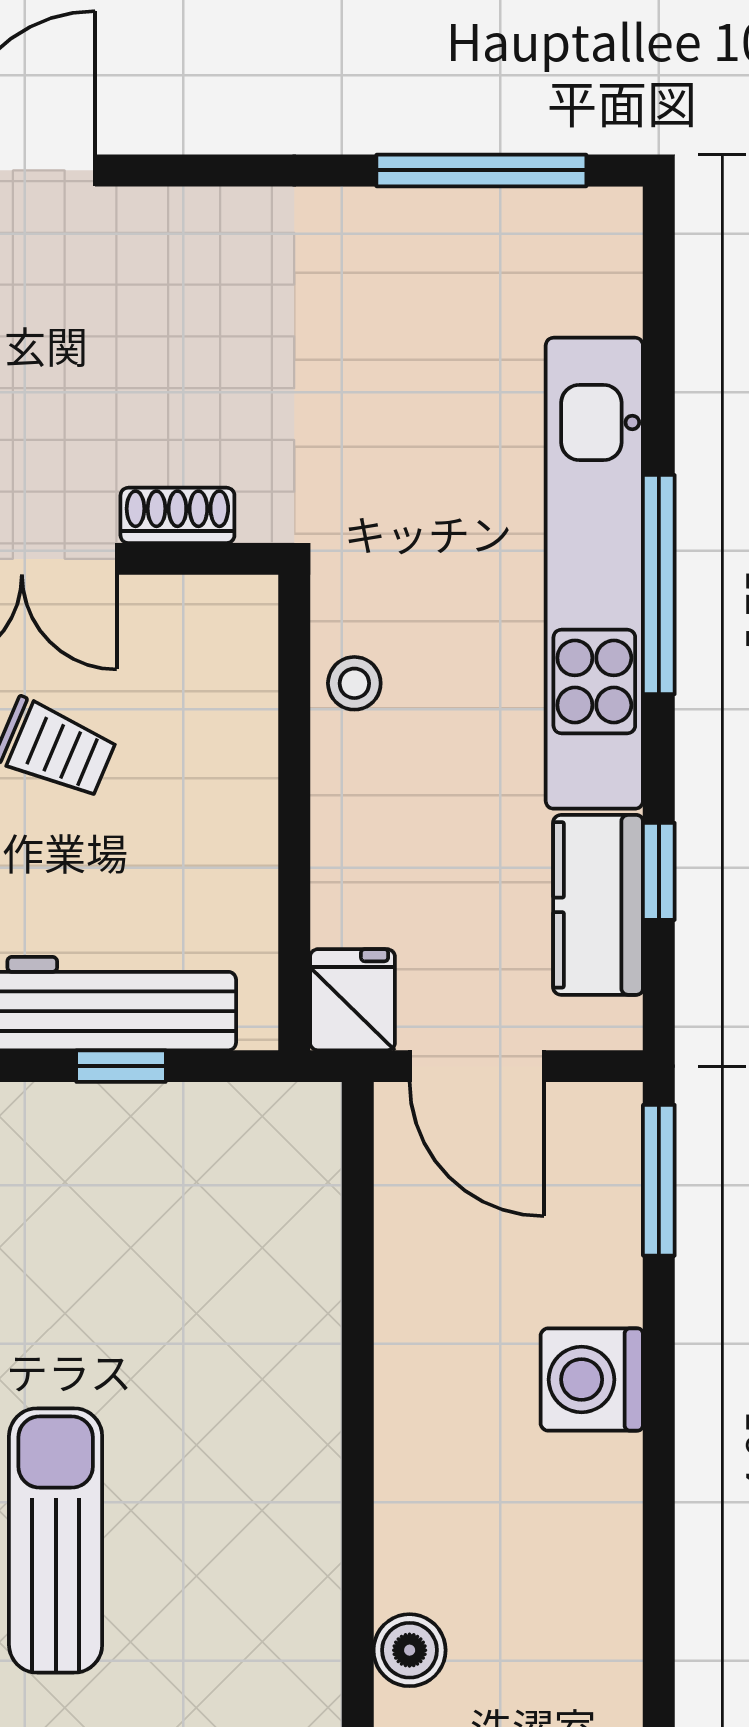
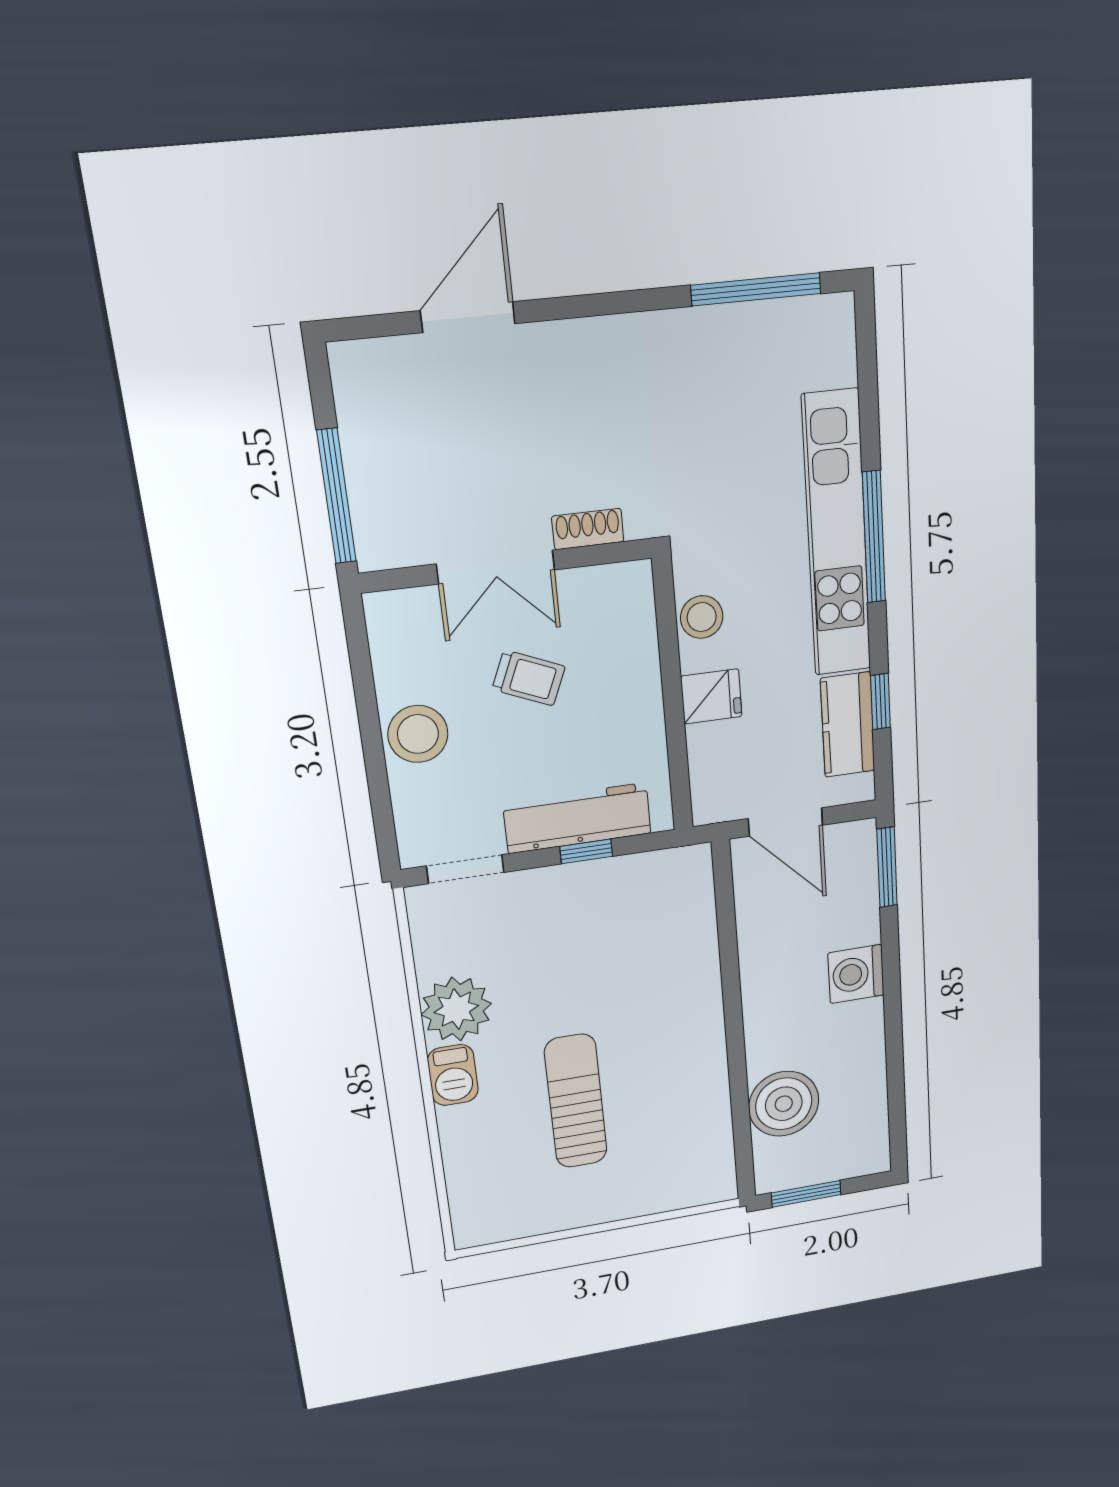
stool: (354, 683) -> (702, 617), width x1.37, depth x1.37
fridge: (353, 1000) -> (711, 696), moved, turned 90
boiler: (410, 1650) -> (784, 1104), width x1.86, depth x1.86

